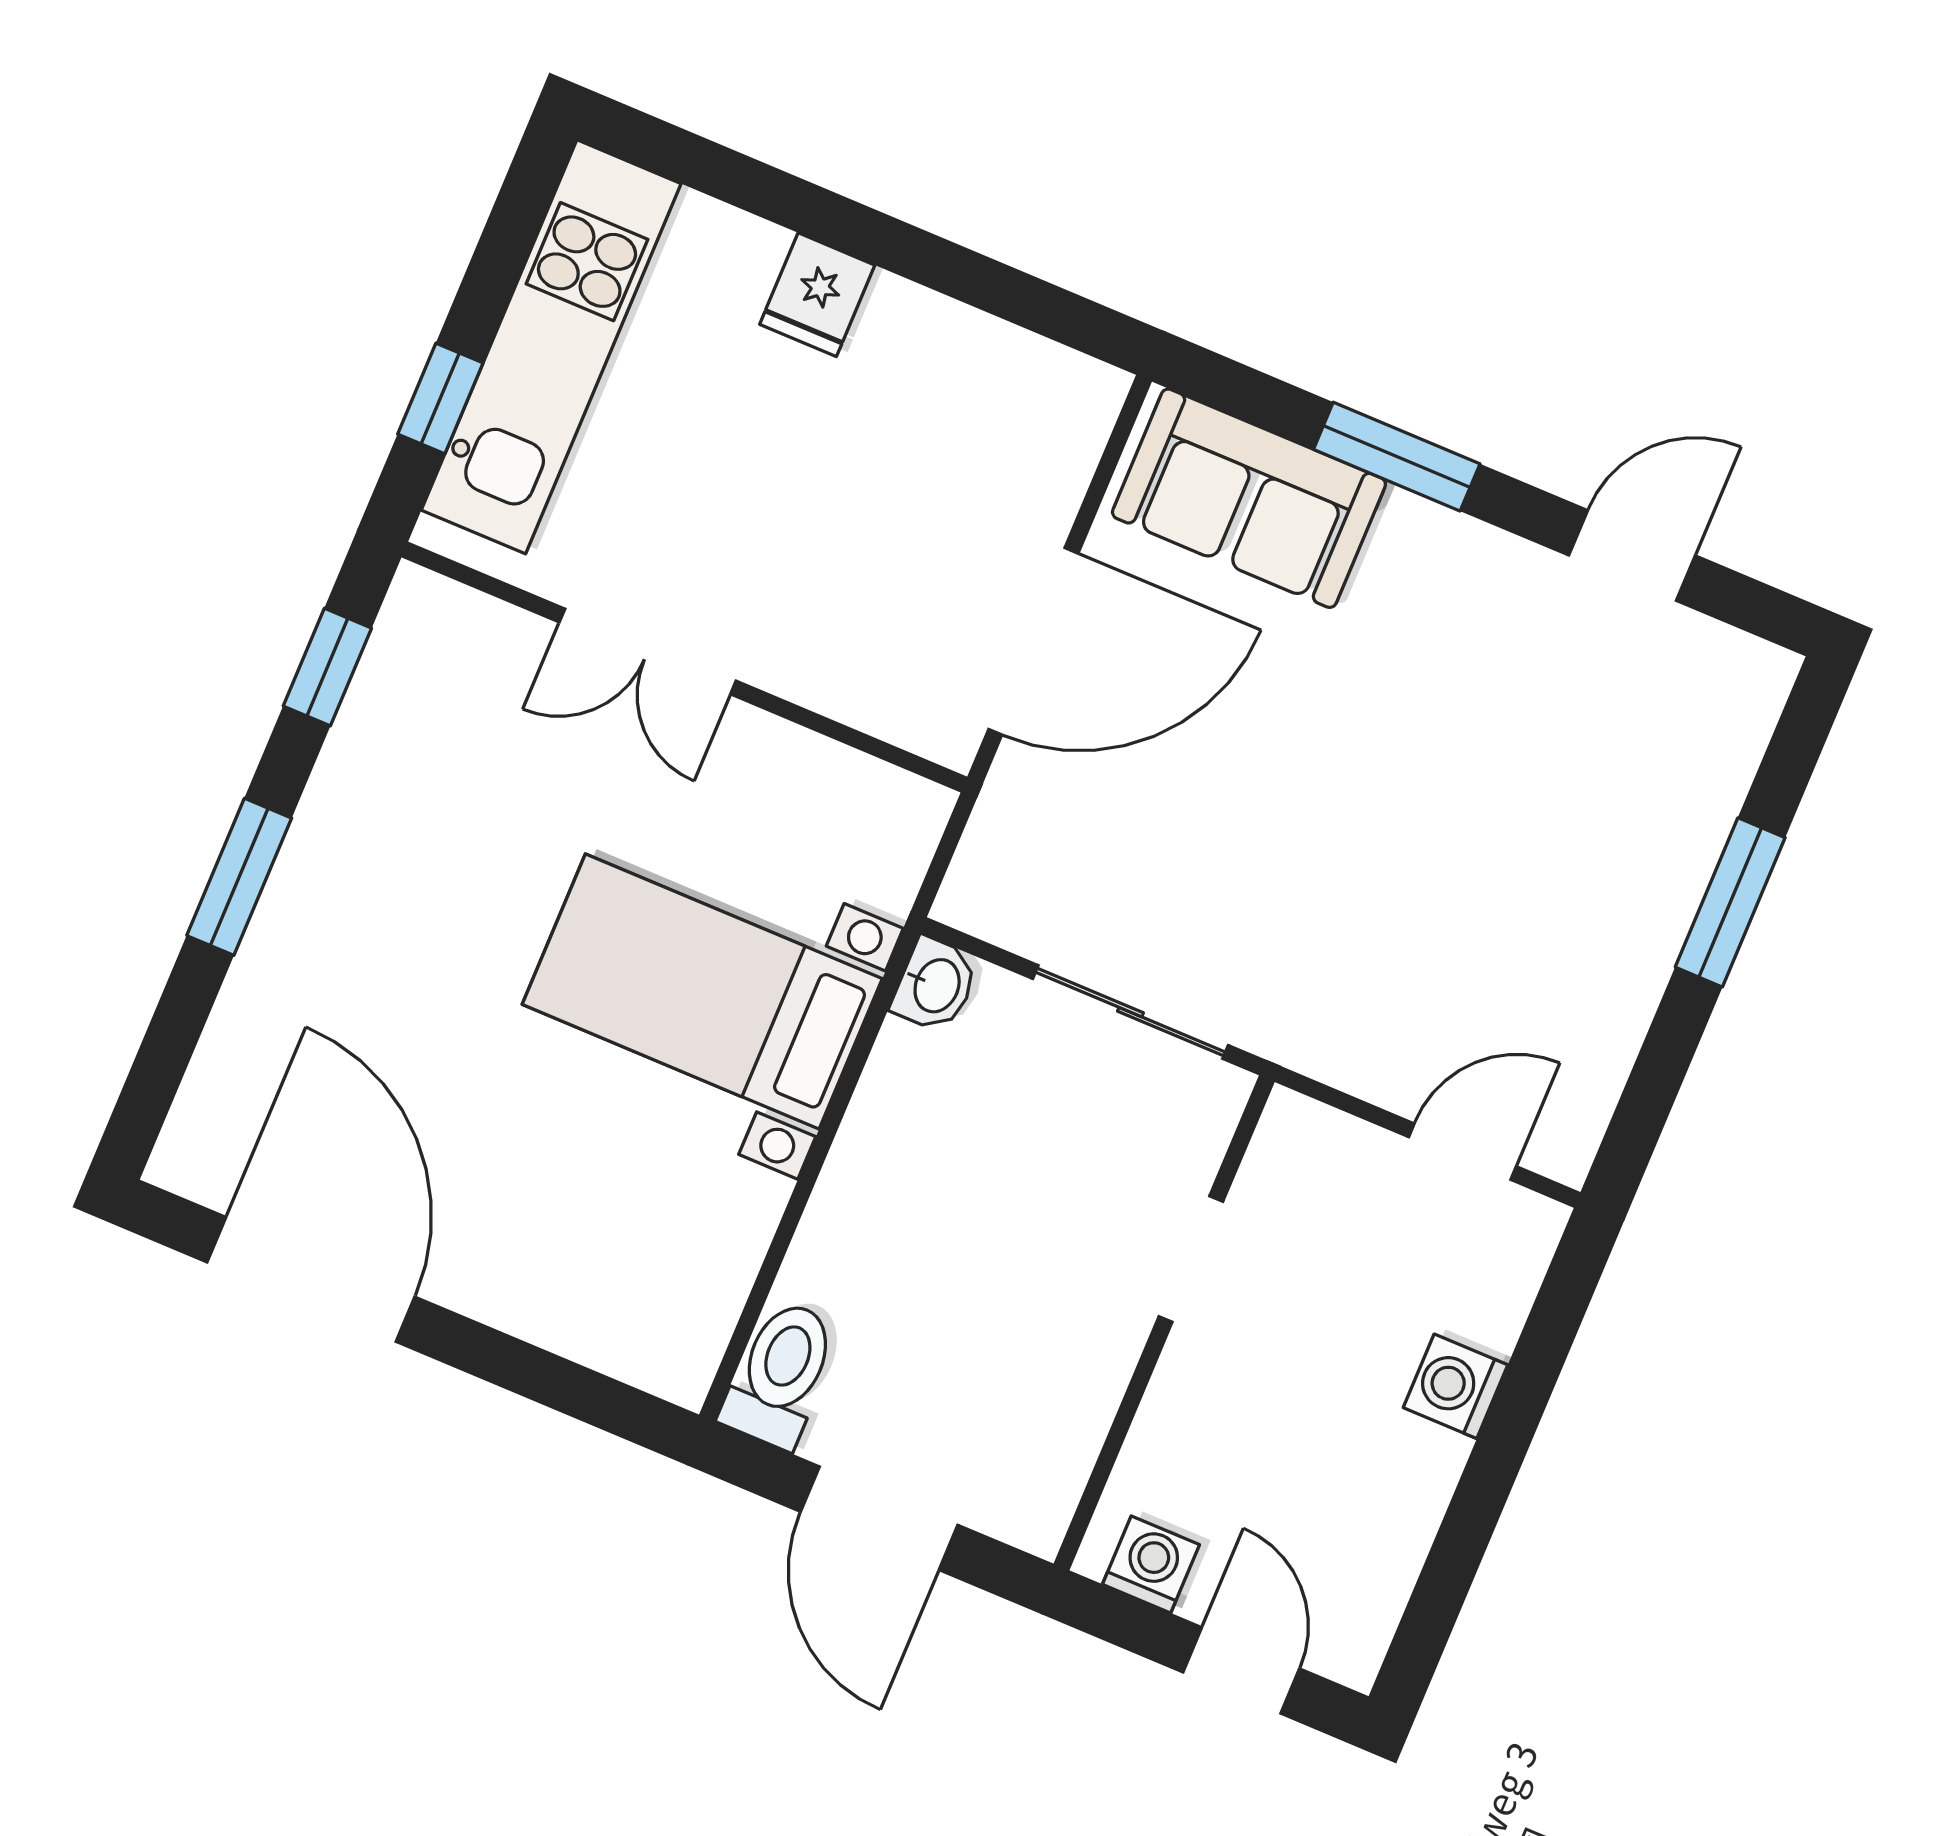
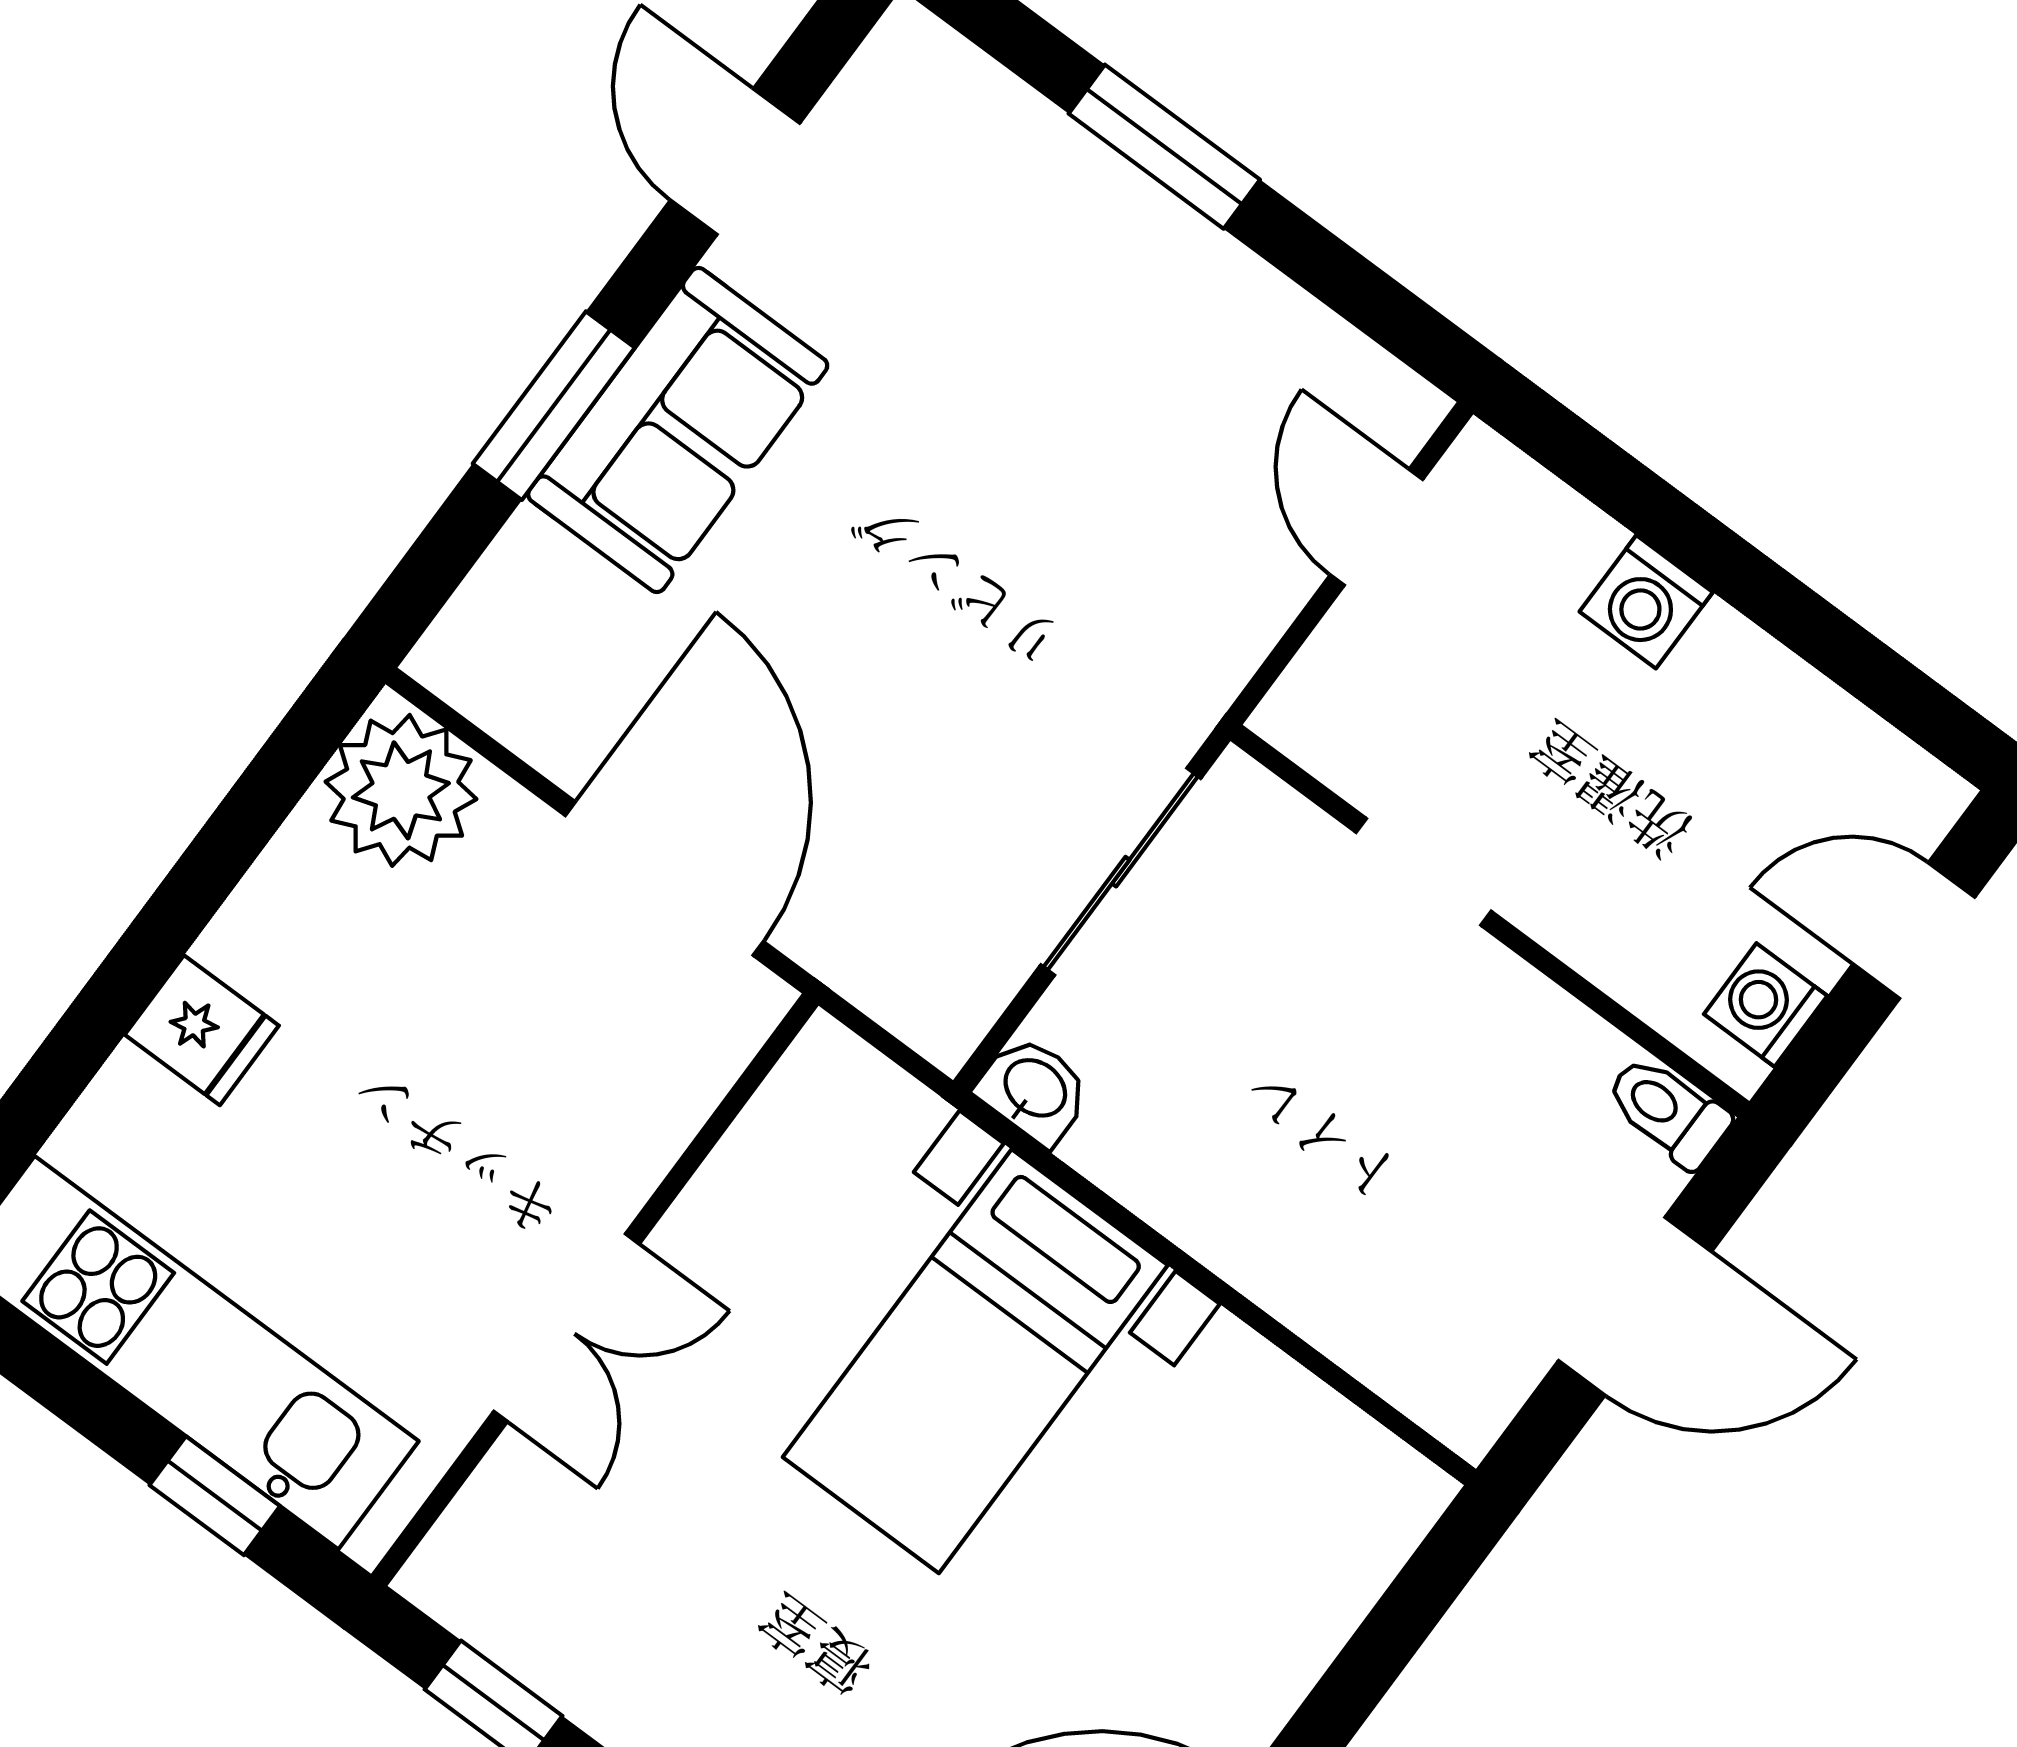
plant: (1053, 409) -> (401, 790), added
sofa: (1249, 498) -> (678, 430), moved
toilet: (780, 1374) -> (1668, 1111), moved, width x0.73, depth x0.72

